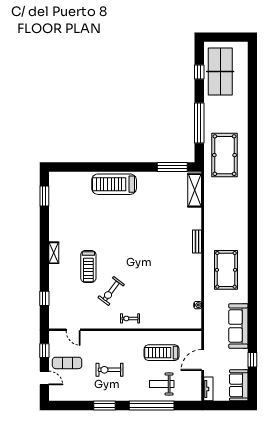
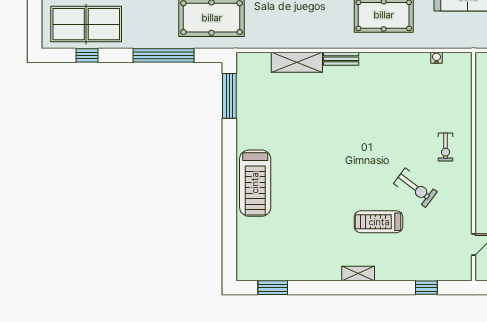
shelving: (195, 190) -> (297, 62), moved
treadmill: (88, 266) -> (379, 222), turned 180
exercise bike: (130, 318) -> (446, 147), moved

